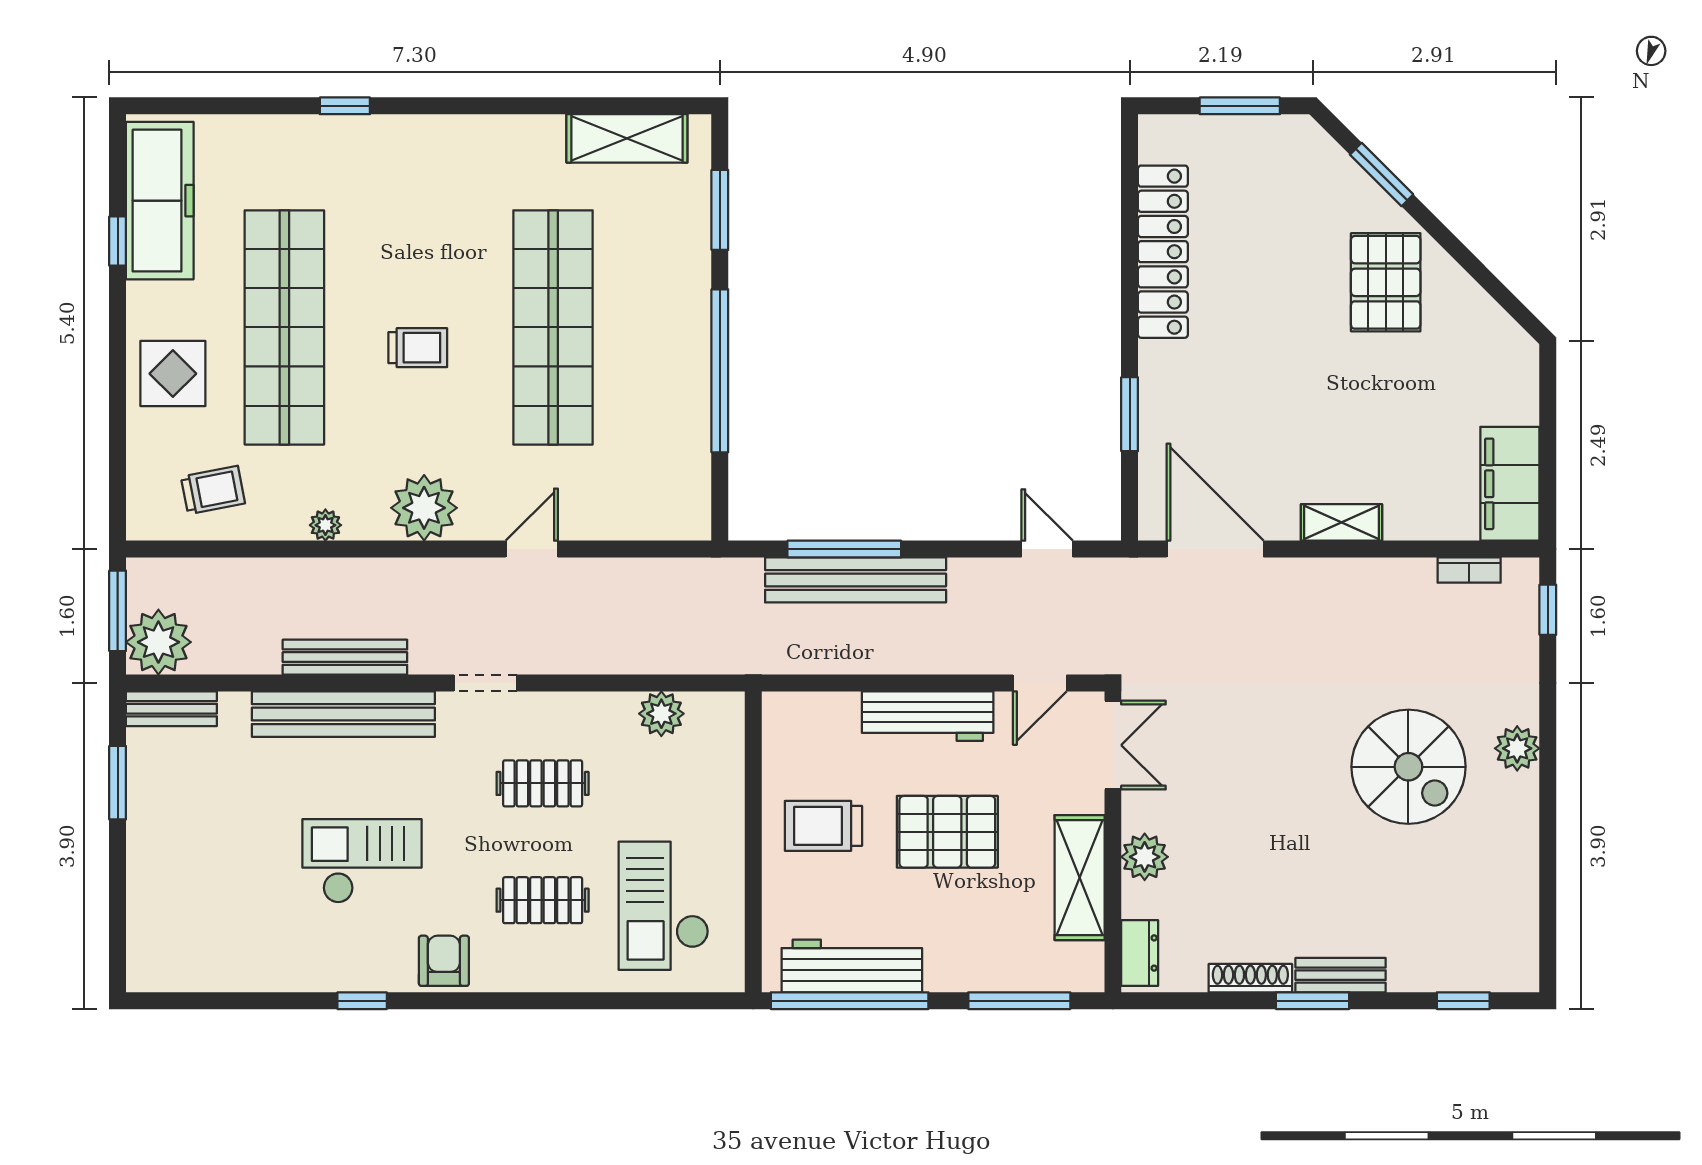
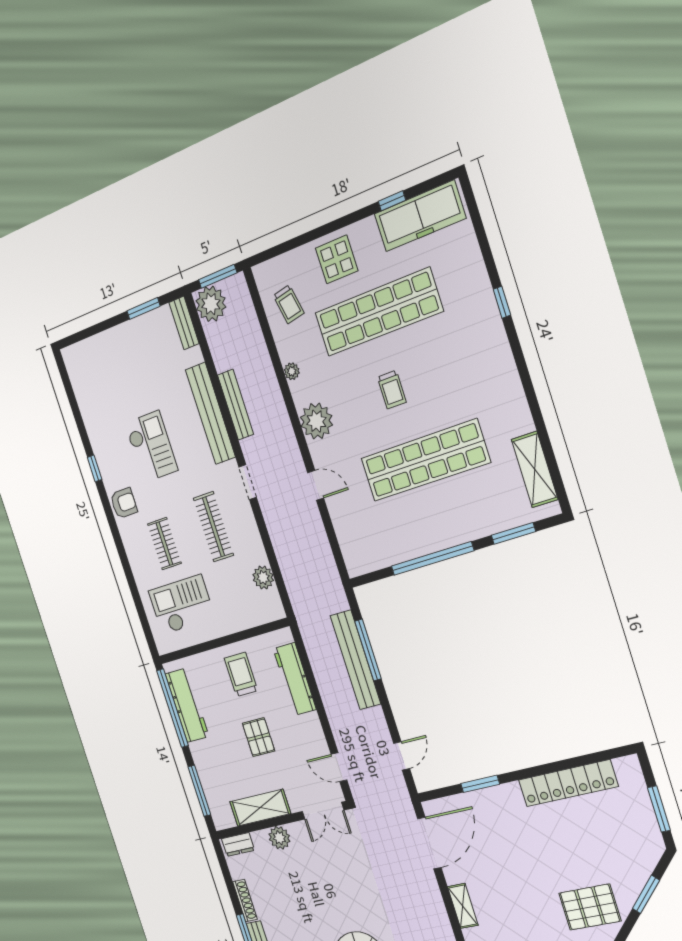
workbench: (928, 716) -> (295, 679), moved
clothes rail: (543, 783) -> (213, 527), width x1.36
pallet: (947, 832) -> (259, 737), width x0.67, depth x0.71

